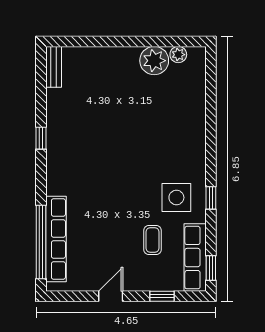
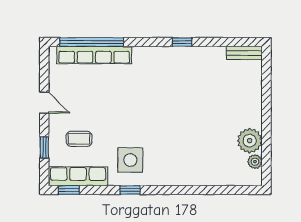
coffee table: (152, 240) -> (79, 139), moved

